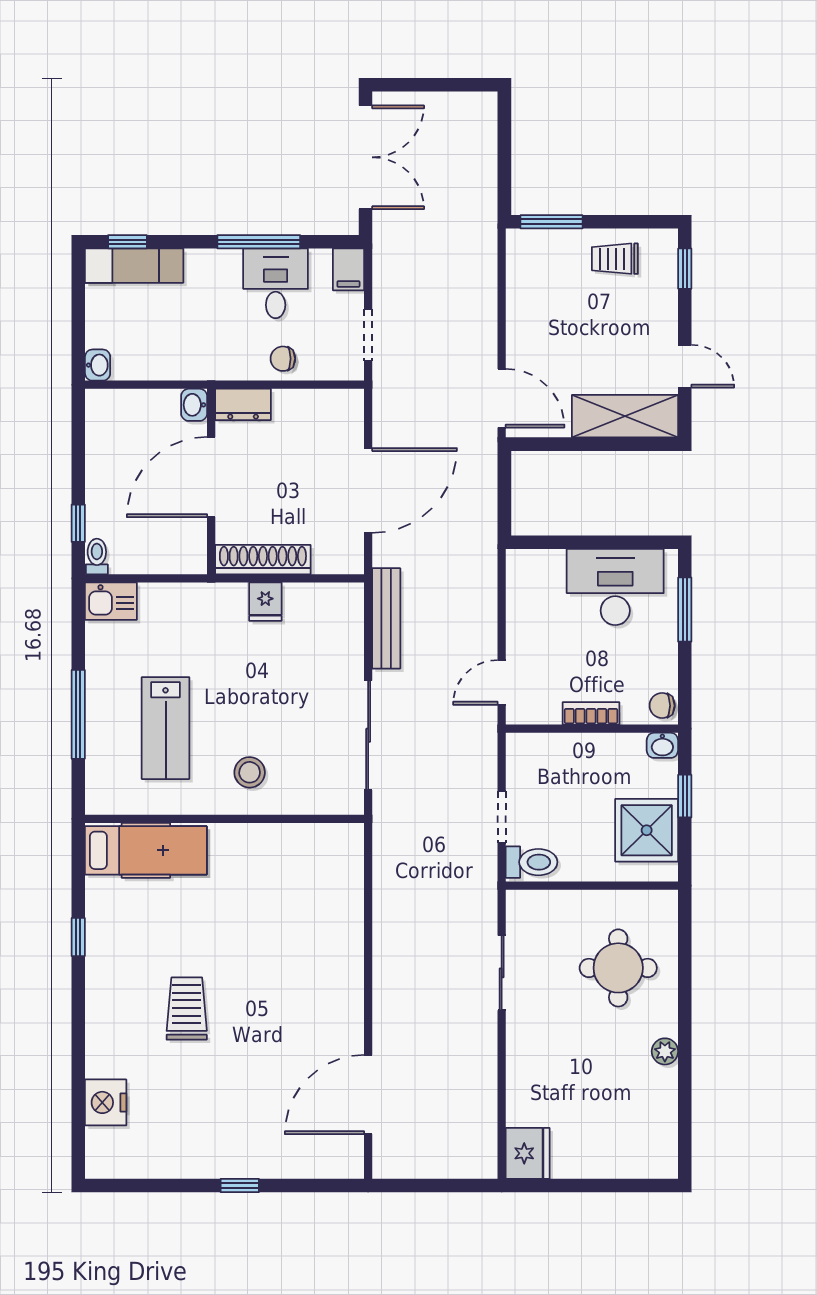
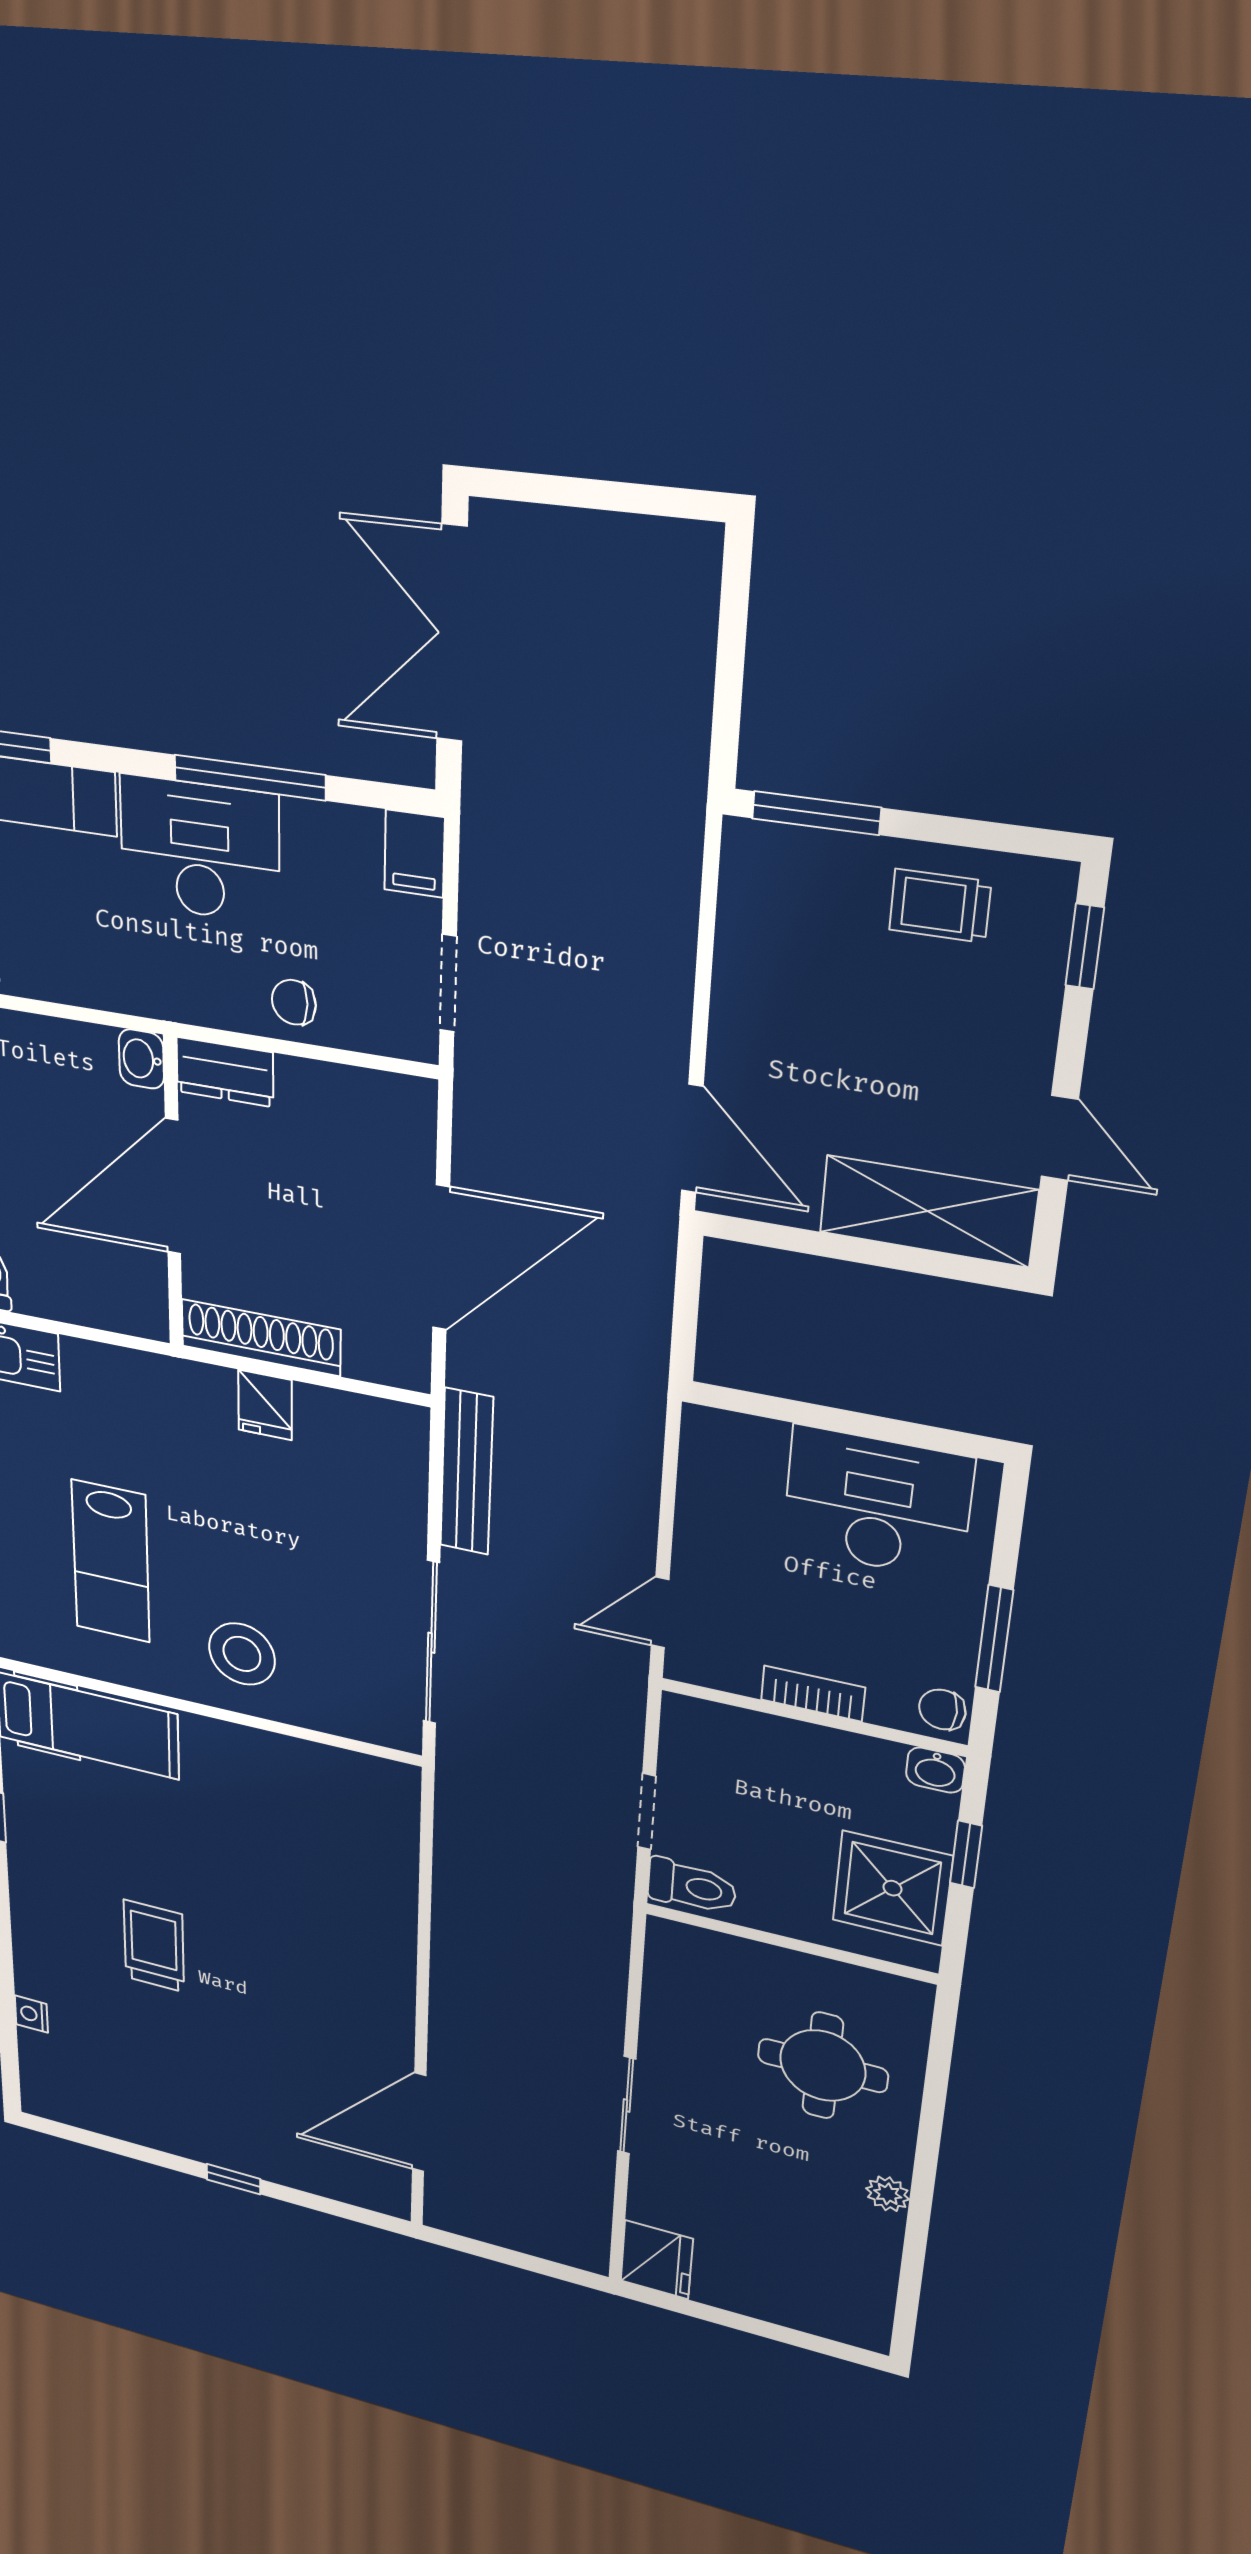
double door: (365, 157) -> (452, 634), swing flipped
desk: (276, 283) -> (200, 850), moved, width x1.37
window: (685, 610) -> (994, 1639), moved
stool: (250, 772) -> (242, 1654), width x1.38, depth x1.38
sliding door: (502, 973) -> (627, 2105), moved
nightstand: (106, 1102) -> (31, 2014), width x0.53, depth x0.56

